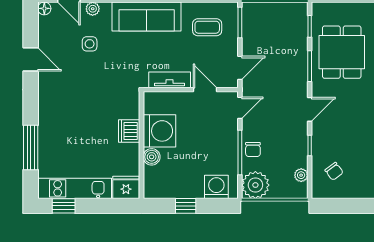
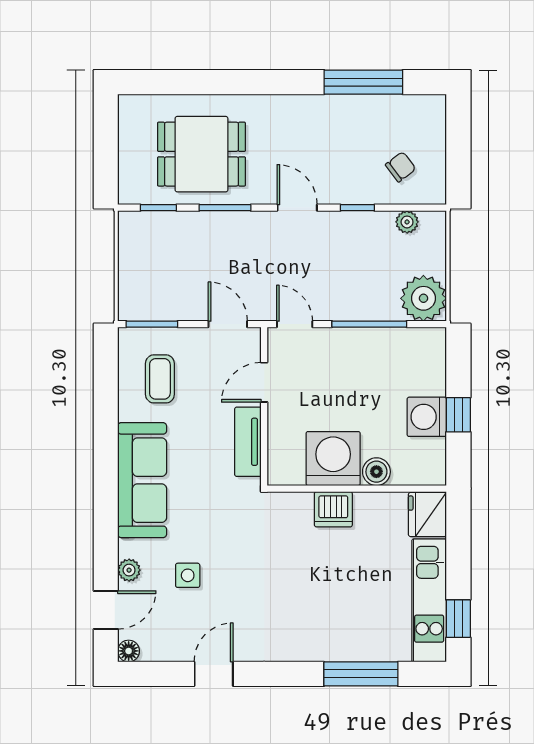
chair: (253, 149) -> (364, 302), removed
washing machine: (216, 187) -> (427, 417), moved

